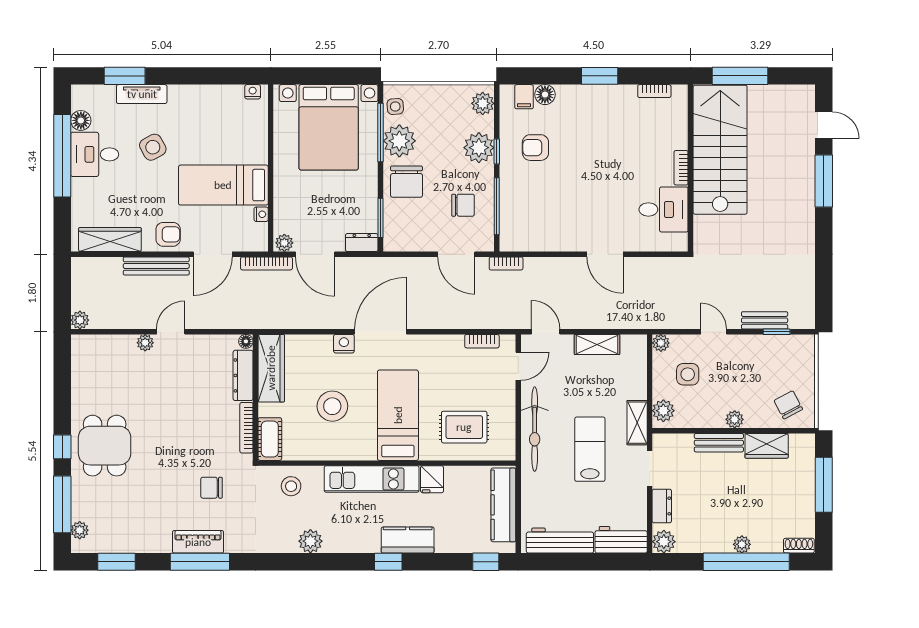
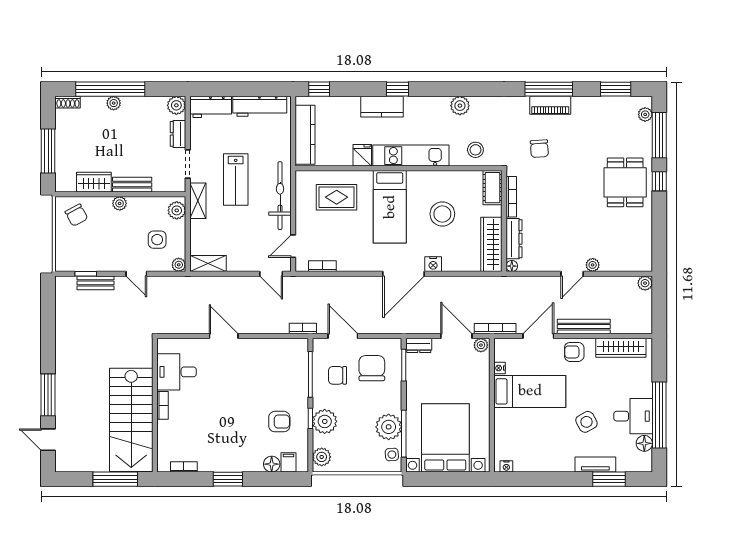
chair: (407, 182) -> (372, 368), moved
shelving: (597, 344) -> (208, 264), moved
chair: (212, 488) -> (539, 149), turned 86

